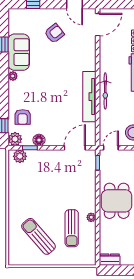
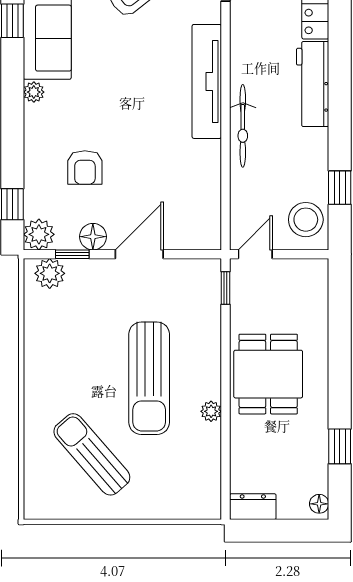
tv unit: (89, 97) -> (207, 81), moved
armchair: (23, 117) -> (85, 167), moved
door: (75, 148) -> (139, 254), moved
sun lounger: (72, 228) -> (149, 378), moved, width x1.36, depth x1.34

